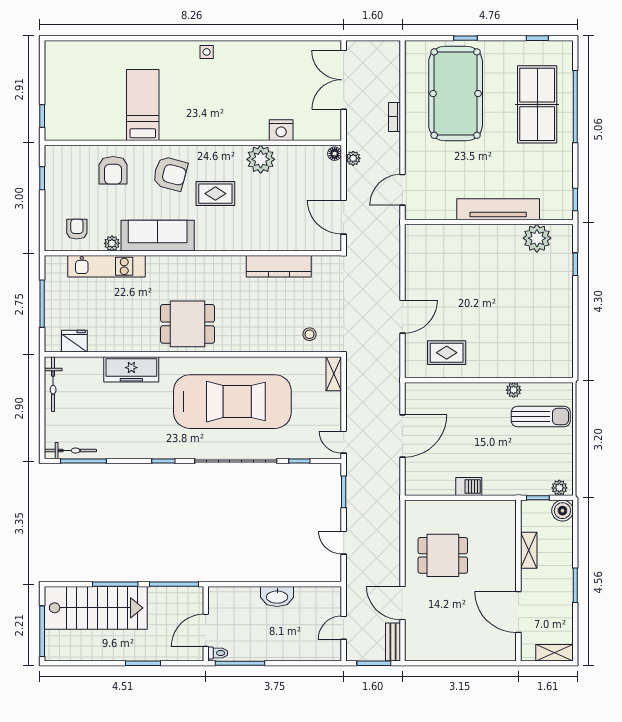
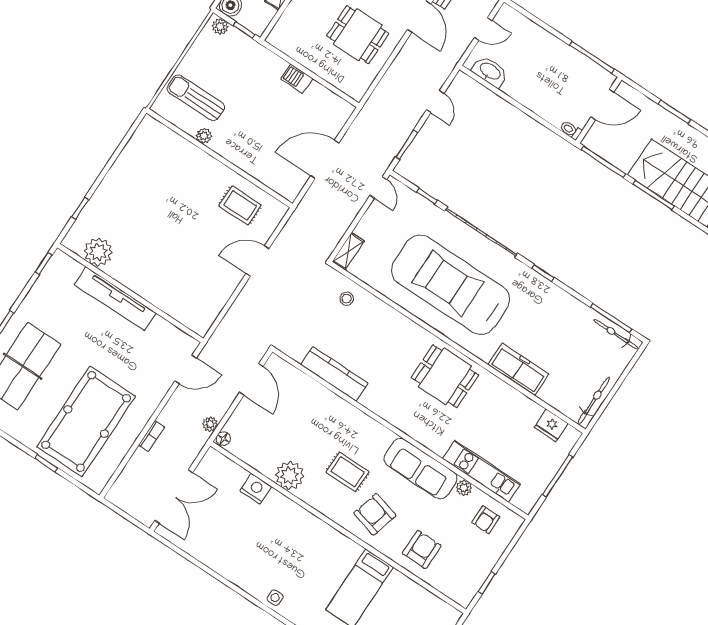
washbasin: (277, 596) -> (490, 72), moved
toilet: (218, 653) -> (571, 130), moved

